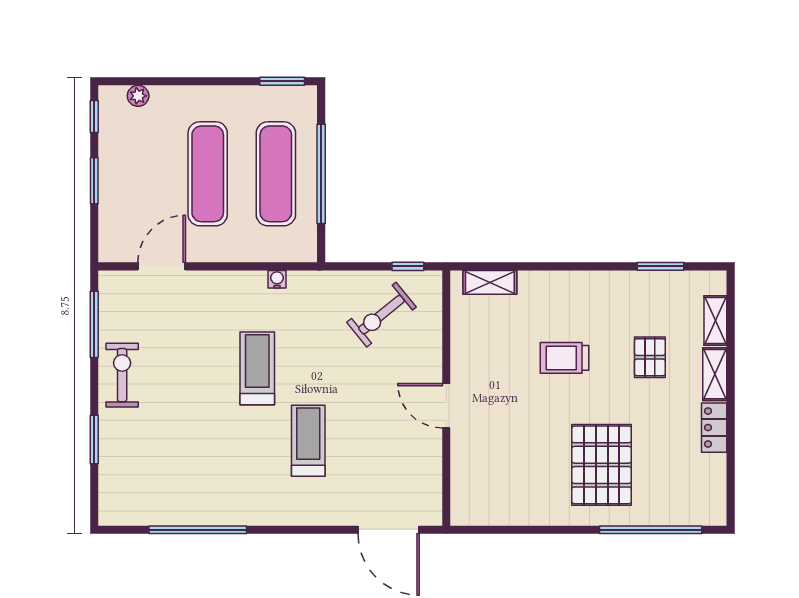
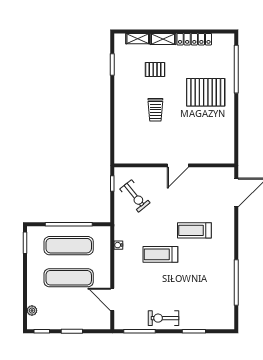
shelving: (490, 282) -> (120, 145), removed
locker: (714, 428) -> (194, 39), width x1.53

